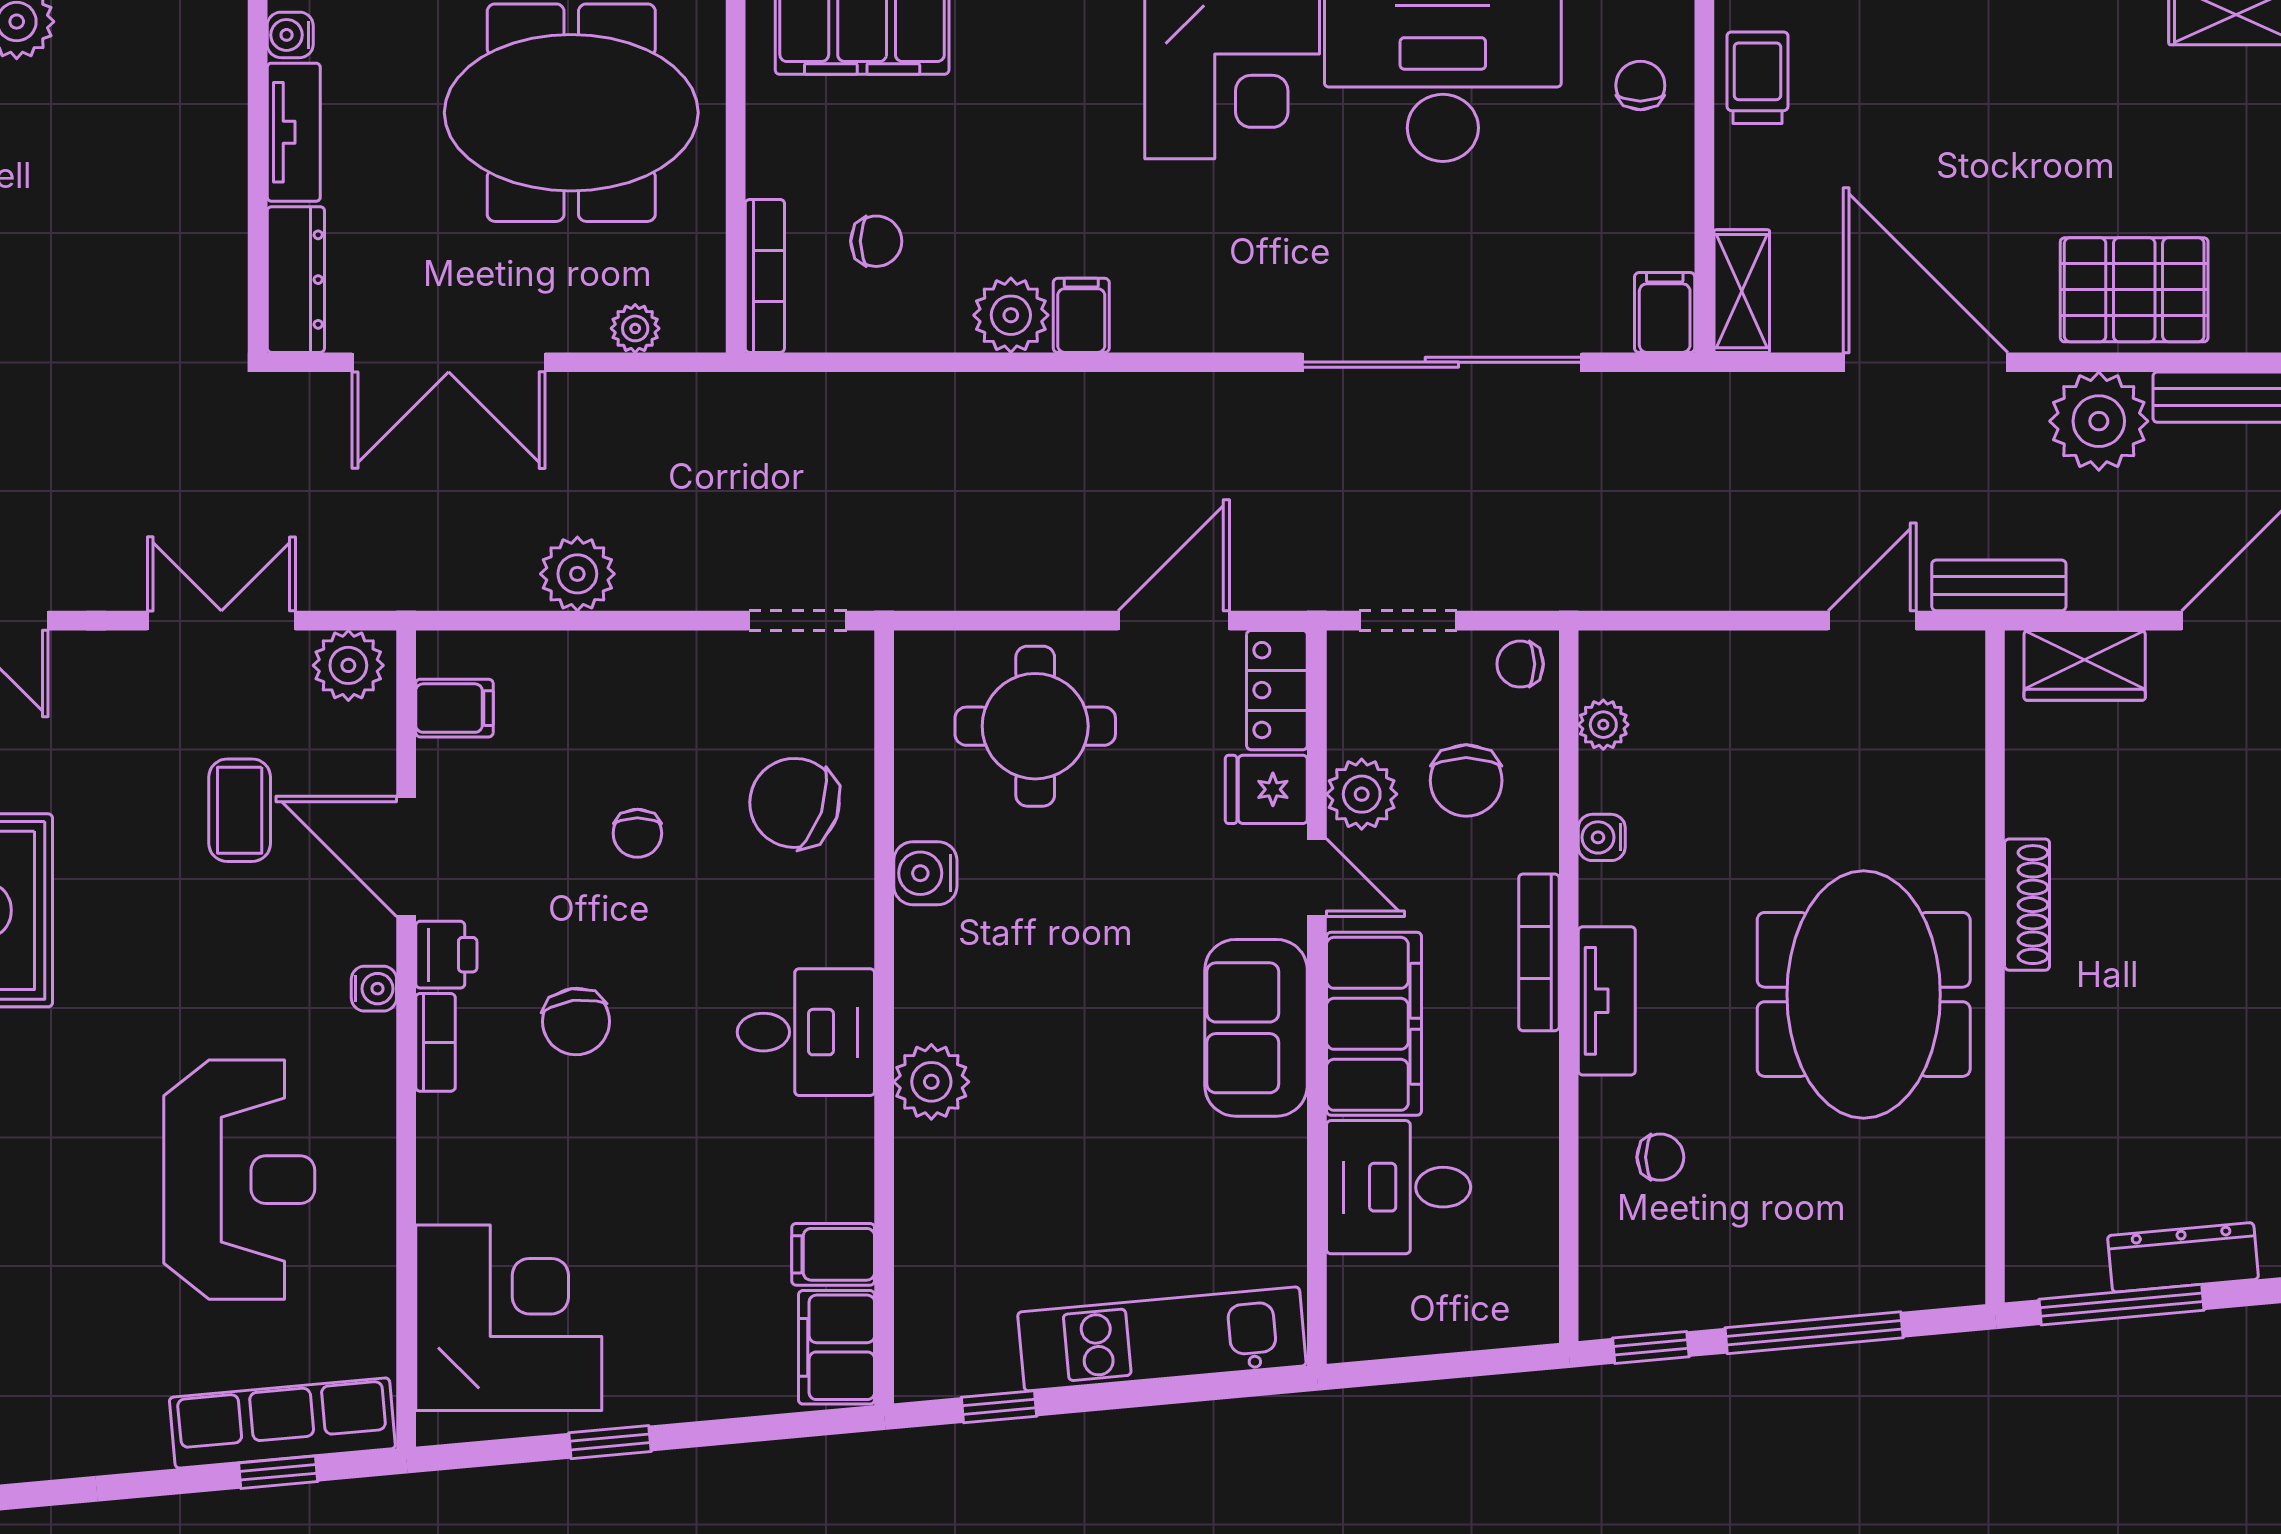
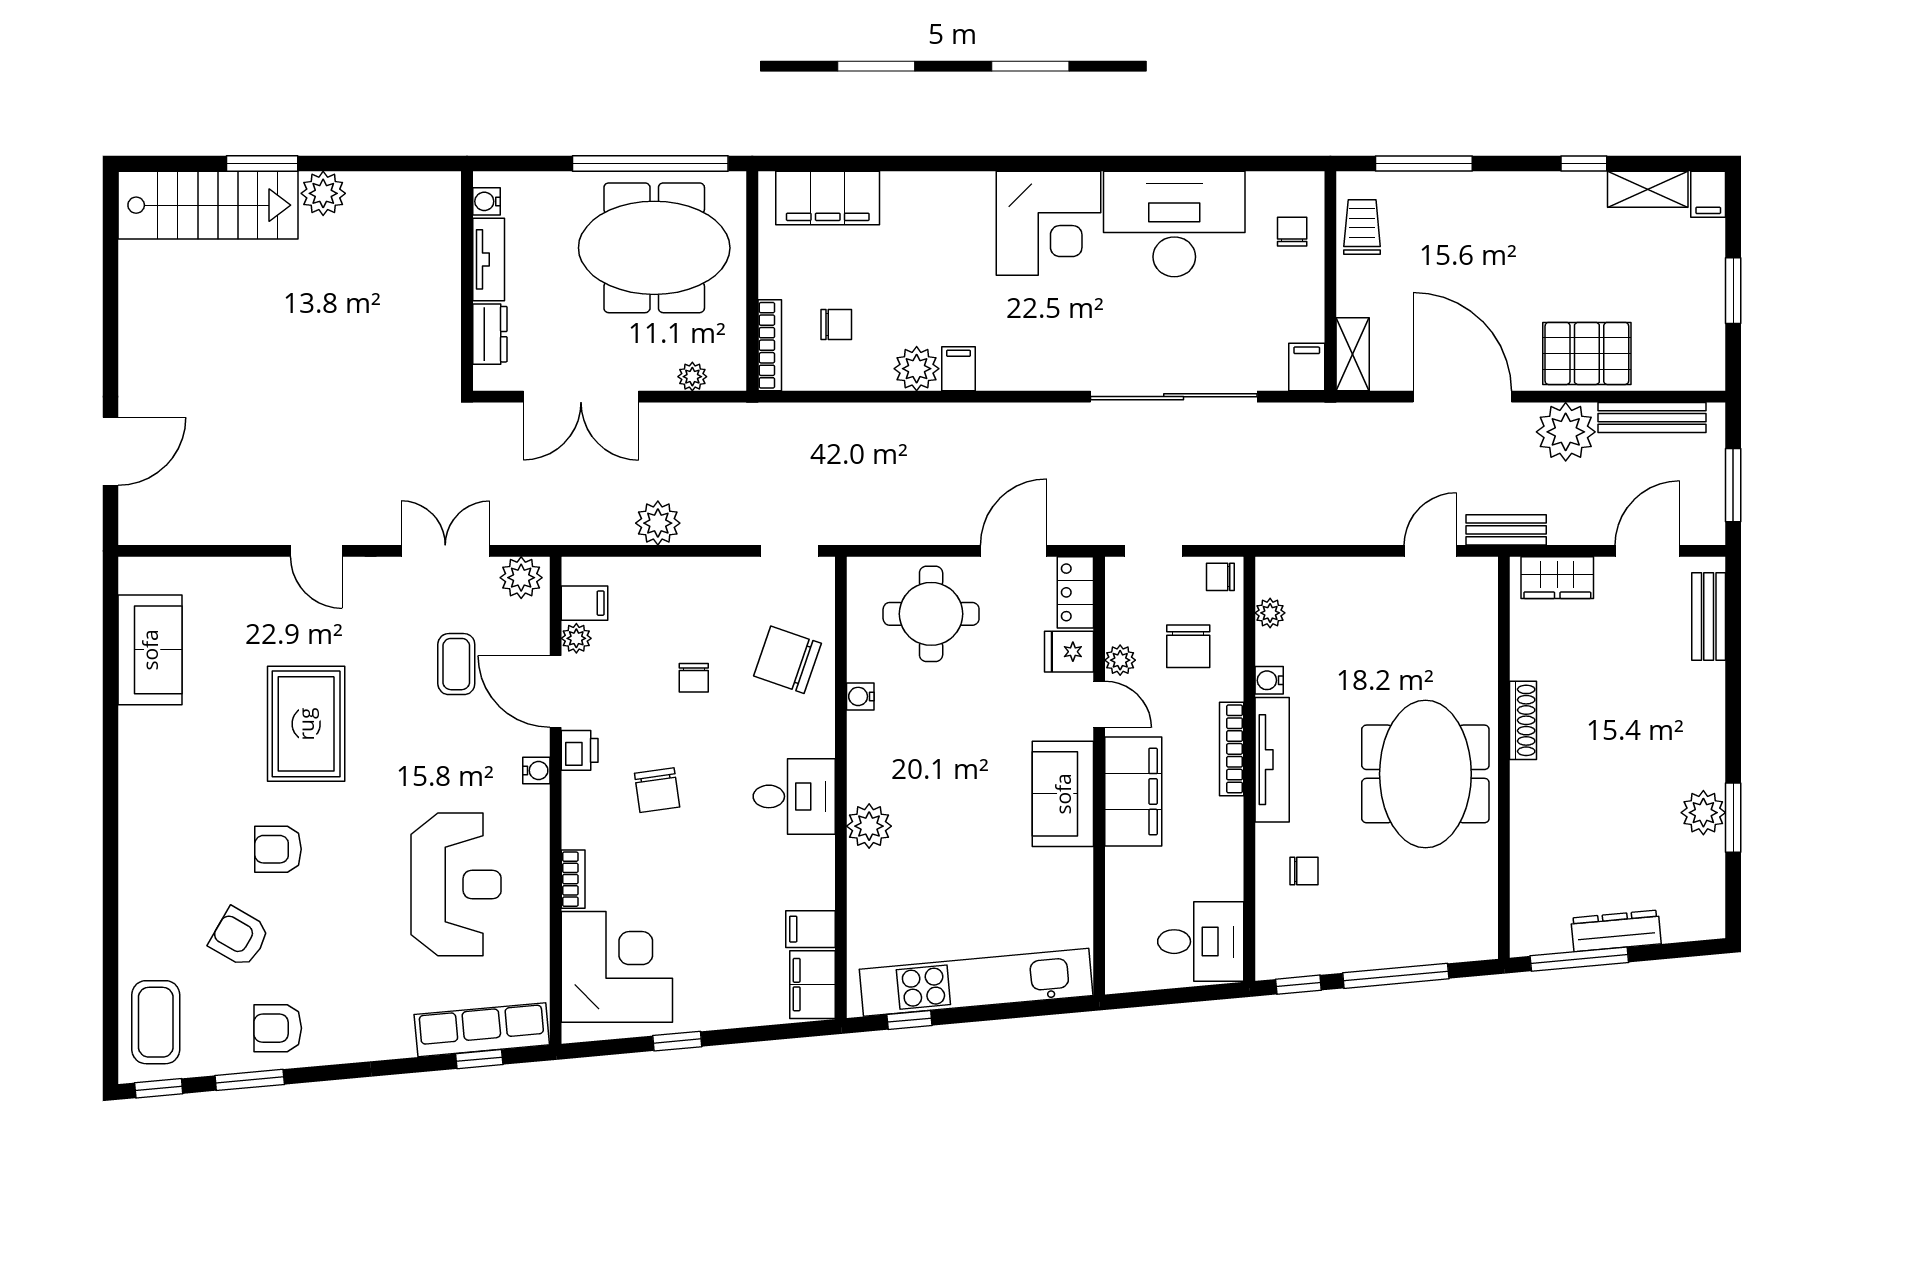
dresser: (296, 280) -> (490, 334), width x0.70
plant: (441, 767) -> (576, 638), added
plant: (1362, 794) -> (1120, 660), width x0.73, depth x0.73
water cooler: (925, 873) -> (860, 696), width x0.72, depth x0.72
tv unit: (1607, 1001) -> (1272, 760), width x1.41
bookcase: (435, 1042) -> (573, 879), moved
desk: (1399, 1187) -> (1201, 942), moved, turned 180
kitchen unit: (1162, 1339) -> (976, 982), width x1.36

